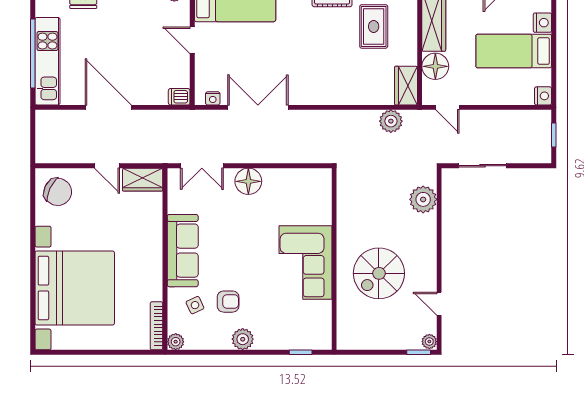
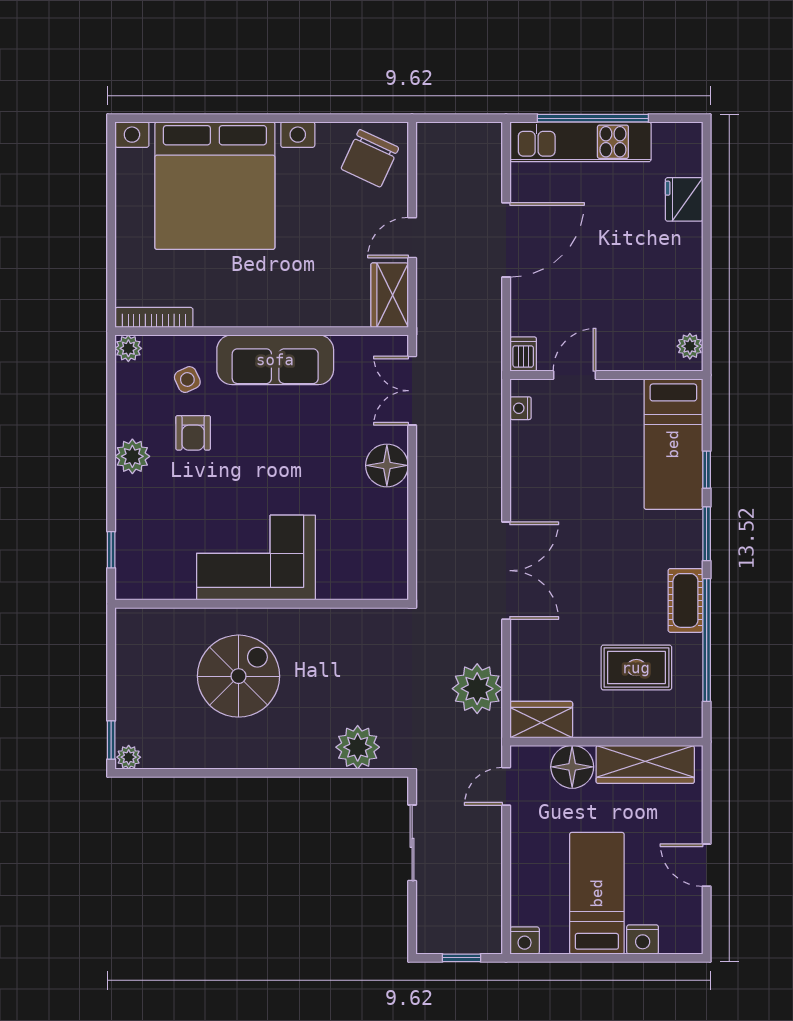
door: (192, 40) -> (574, 375), moved
double door: (258, 107) -> (506, 571), moved
plant: (391, 121) -> (477, 689), width x1.36, depth x1.36
spiral stairs: (379, 273) -> (239, 676), turned 90
door: (439, 304) -> (190, 773), removed

